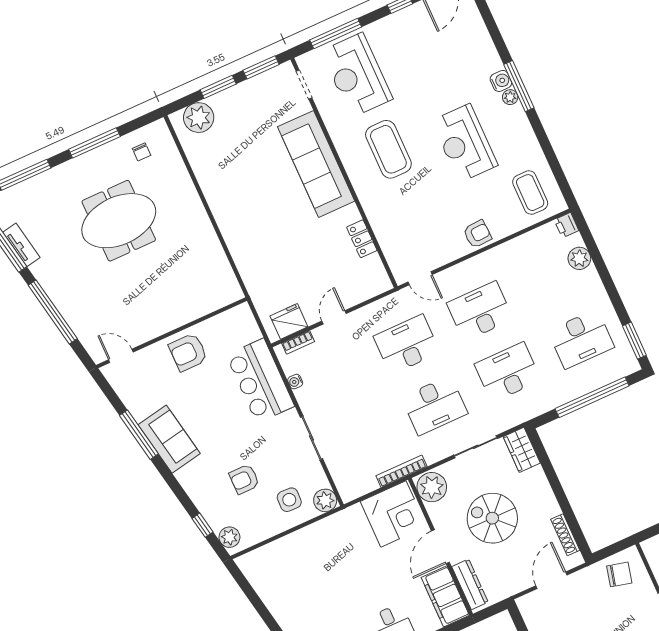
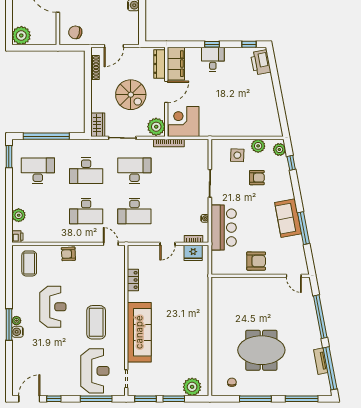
plant: (325, 500) -> (258, 146), moved

